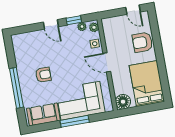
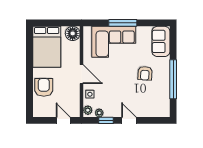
door: (133, 10) -> (63, 120), moved
armchair: (142, 42) -> (44, 87), turned -90
armchair: (43, 75) -> (145, 73), turned -87
window: (16, 88) -> (173, 79), moved
sofa: (43, 114) -> (161, 41), moved, turned 90

